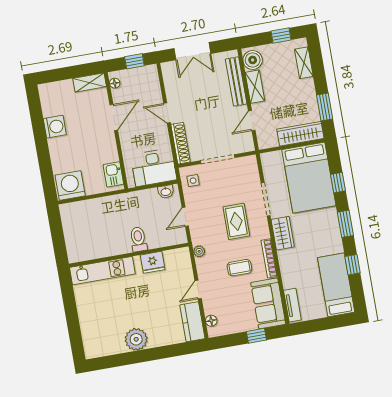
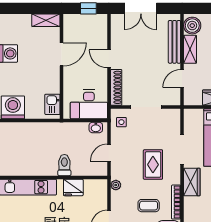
floor lamp: (115, 83) -> (68, 25), removed

